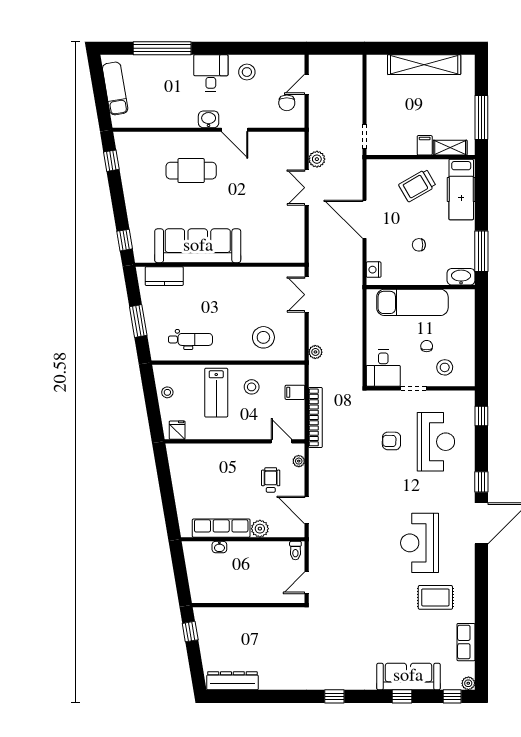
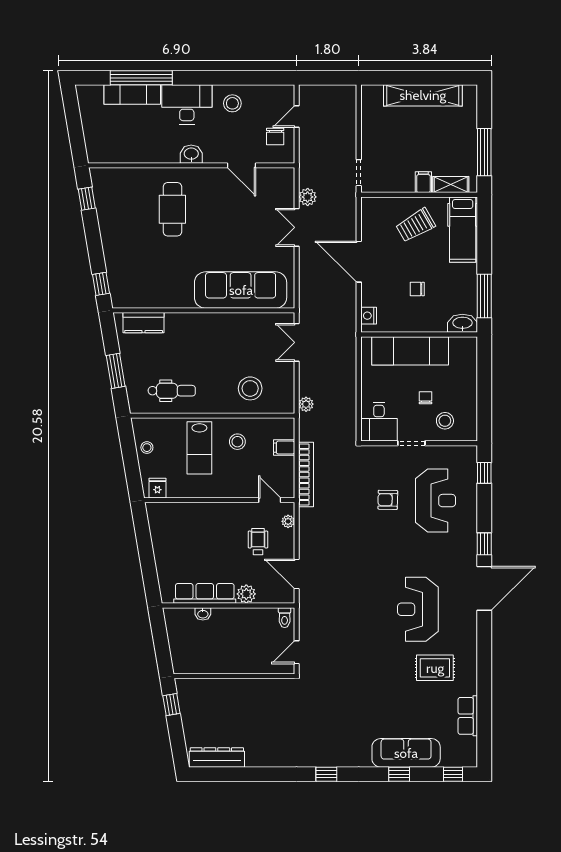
desk: (211, 73) -> (187, 104), width x1.37
exam couch: (115, 88) -> (132, 95), moved, turned 99
door: (235, 130) -> (242, 165), moved
cafe table: (191, 171) -> (172, 209), turned 90
sofa: (198, 246) -> (241, 290), moved
plant: (468, 683) -> (470, 760), removed

